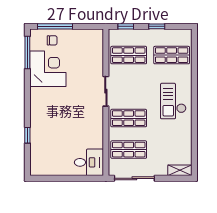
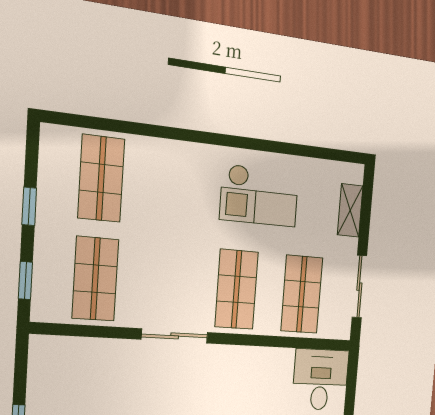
checkout: (173, 101) -> (259, 196), moved
shelving: (180, 170) -> (350, 210), moved
sliding door: (134, 178) -> (359, 287), width x0.73

